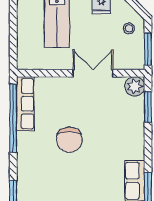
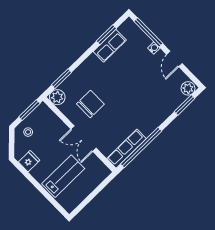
double door: (93, 73) -> (83, 139), moved
chair: (69, 140) -> (90, 104), moved

